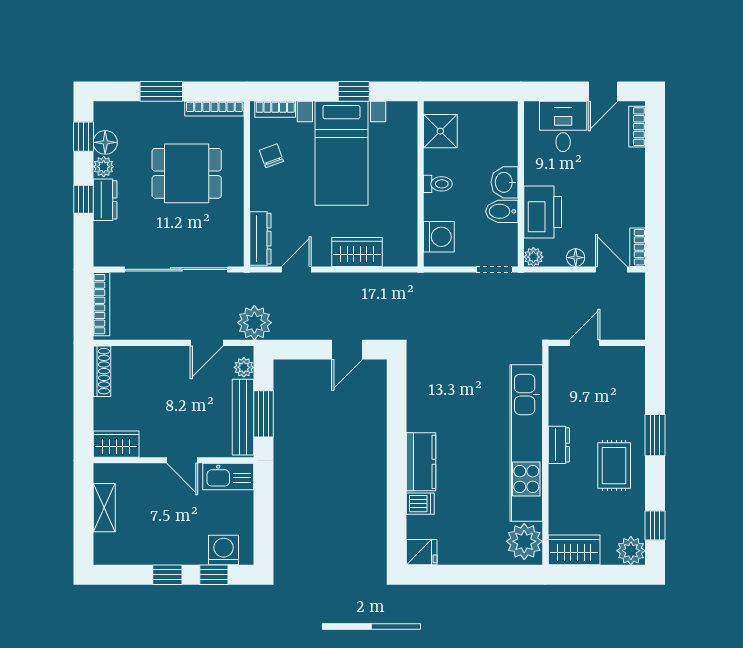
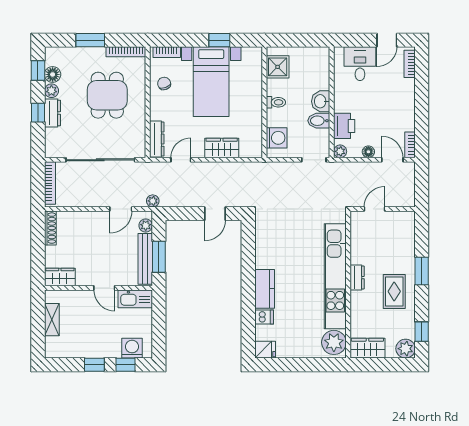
dining table: (187, 173) -> (107, 95), turned 90
printer: (543, 212) -> (344, 126), width x0.73, depth x0.84
plant: (254, 323) -> (153, 201), width x0.53, depth x0.53

